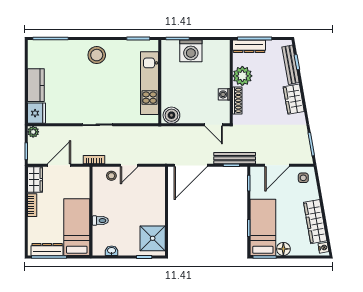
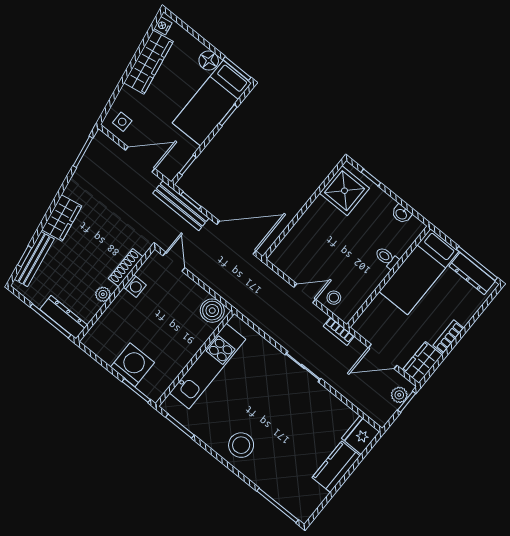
plant: (242, 76) -> (103, 294), width x0.53, depth x0.53
plant: (33, 132) -> (399, 395), moved

